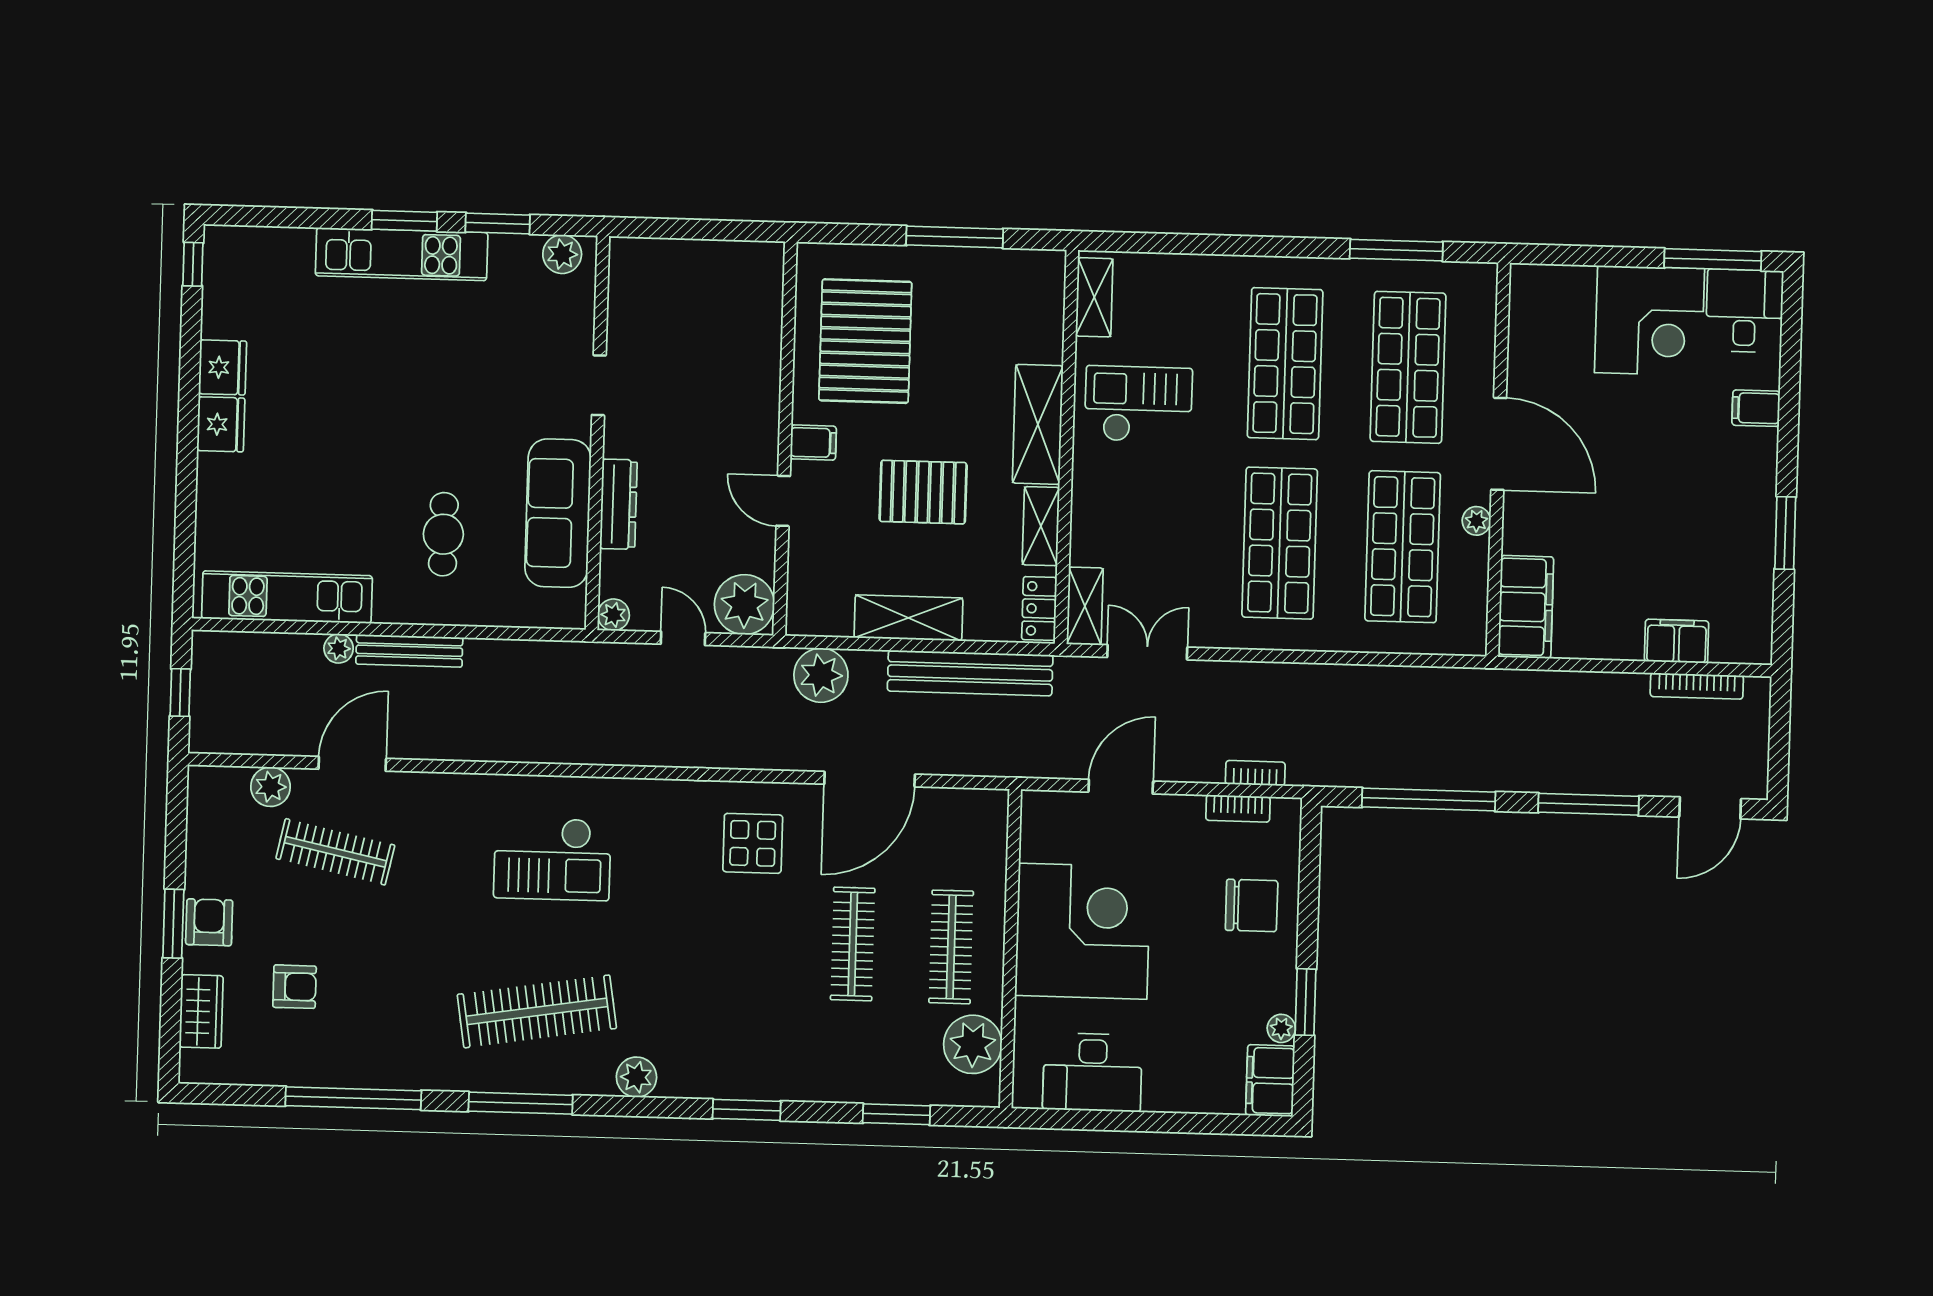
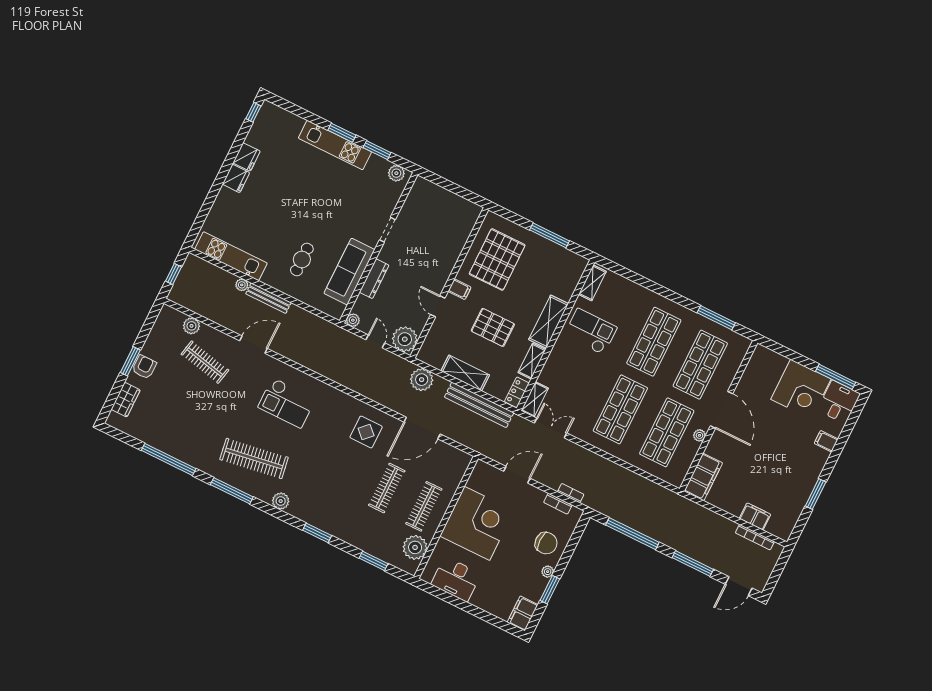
door: (352, 764) -> (253, 345), moved
armchair: (295, 987) -> (166, 407), removed
plant: (1281, 1028) -> (548, 572), moved

